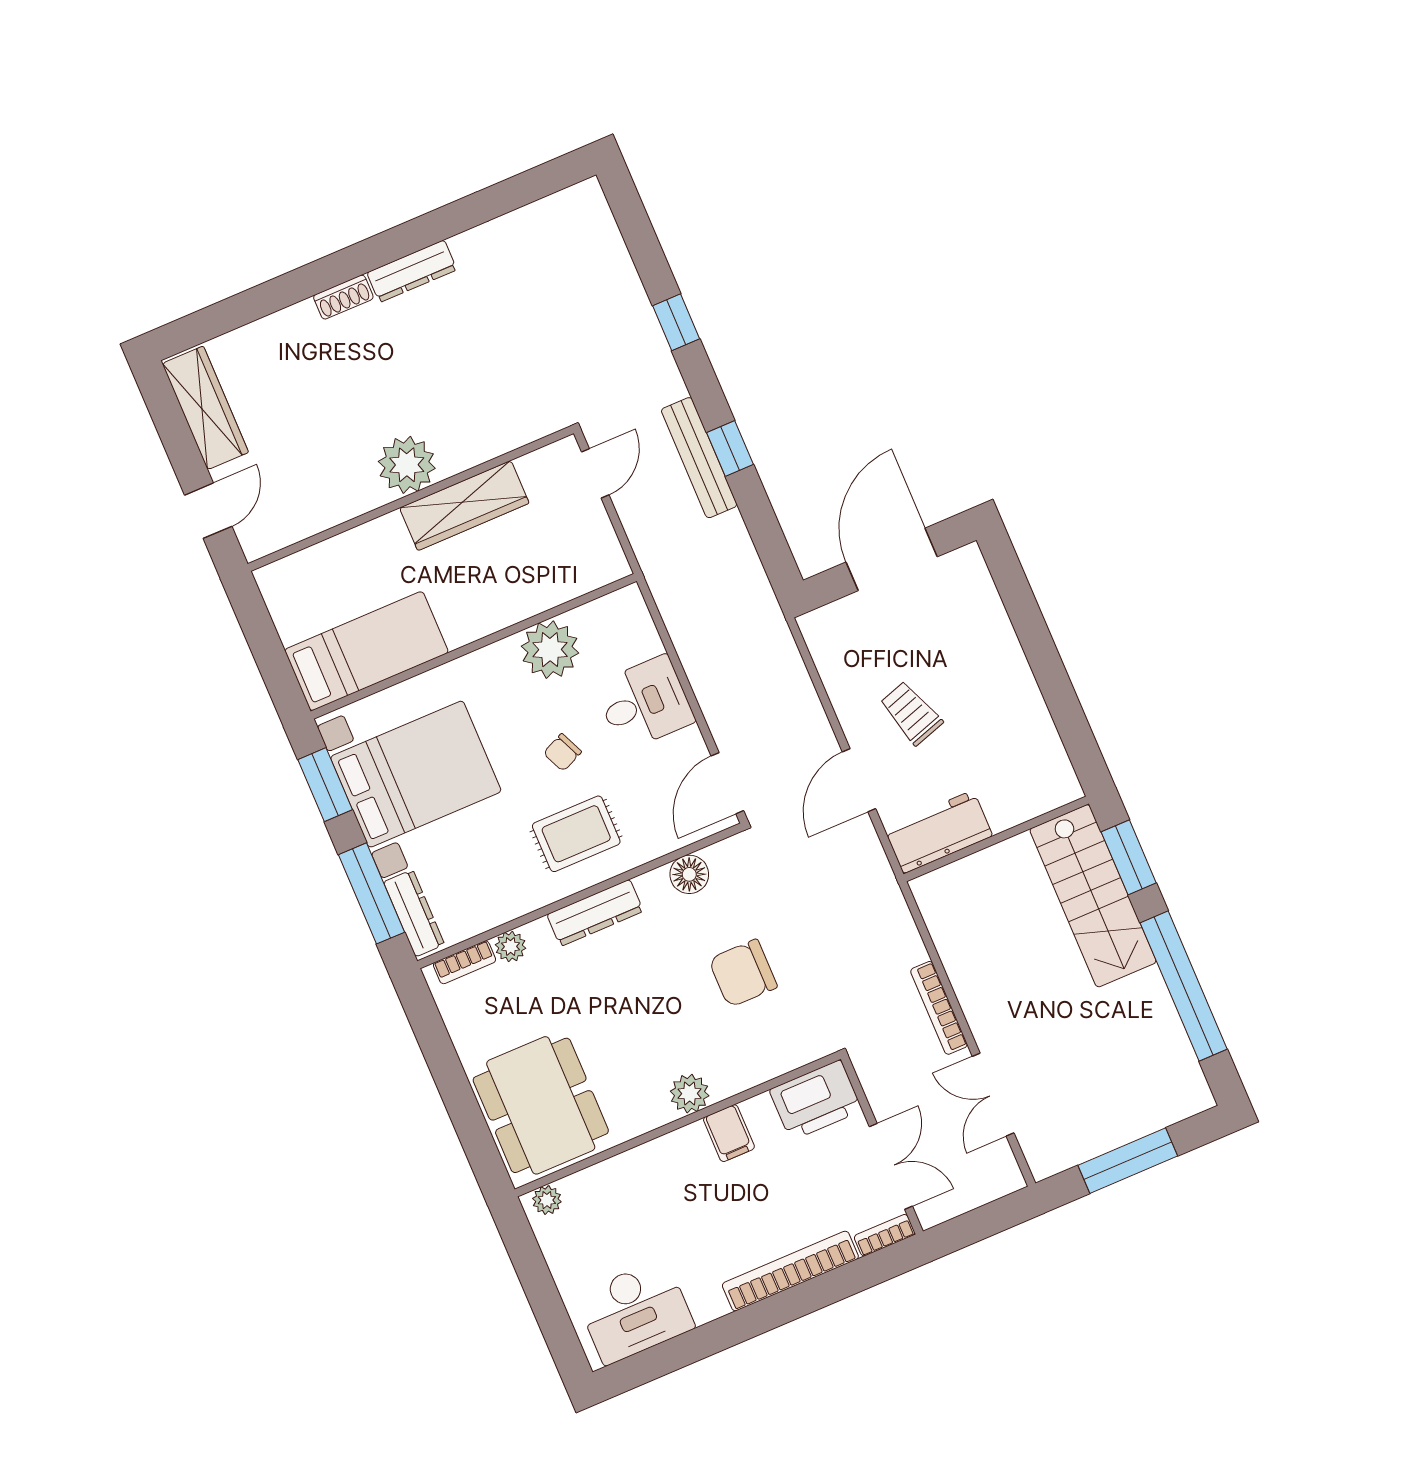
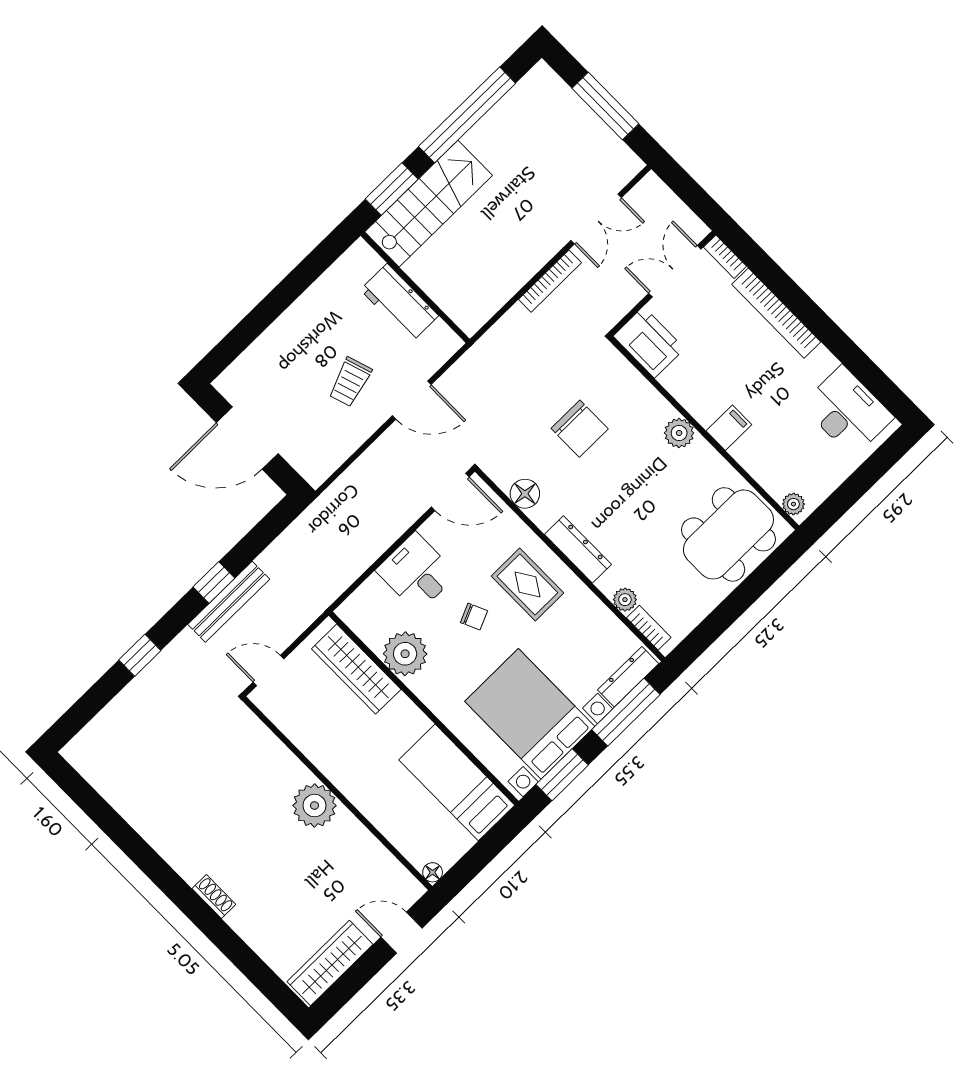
dresser: (412, 271) -> (177, 855), removed
wardrobe: (464, 506) -> (356, 669), moved, turned 180
floor lamp: (268, 578) -> (433, 872), added
workbench: (938, 832) -> (399, 303), moved
filing cabinet: (729, 1133) -> (729, 428), moved

